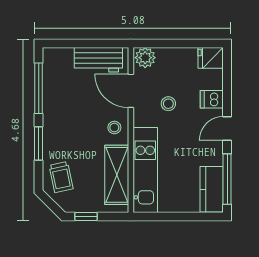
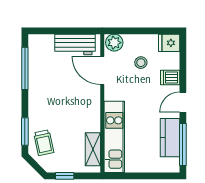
stool: (168, 104) -> (141, 63), moved
stool: (114, 128) -> (88, 101), removed
window: (39, 143) -> (25, 131), moved
shelving: (117, 175) -> (93, 149), width x0.67, depth x0.75
kitchen counter: (212, 189) -> (170, 138), moved

